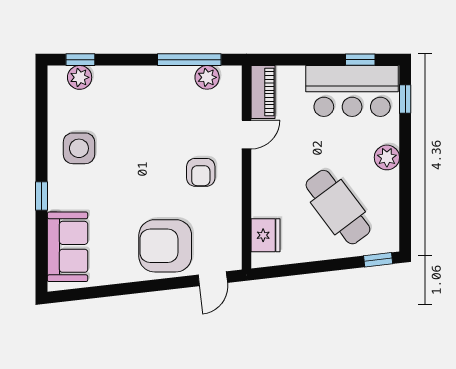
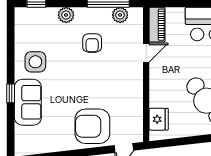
plant: (80, 77) -> (66, 15), moved
armchair: (201, 172) -> (92, 43), moved
sofa: (67, 247) -> (28, 102), moved

